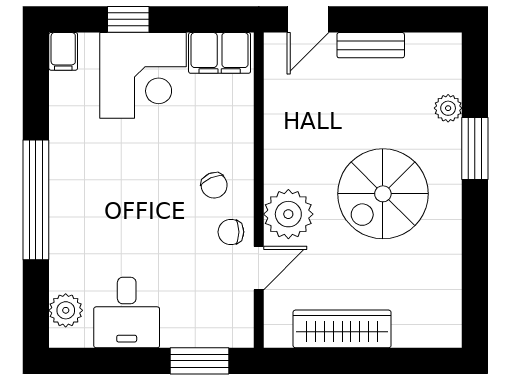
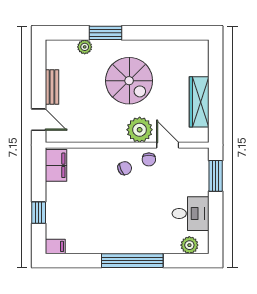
corner desk: (143, 75) -> (68, 205), removed

